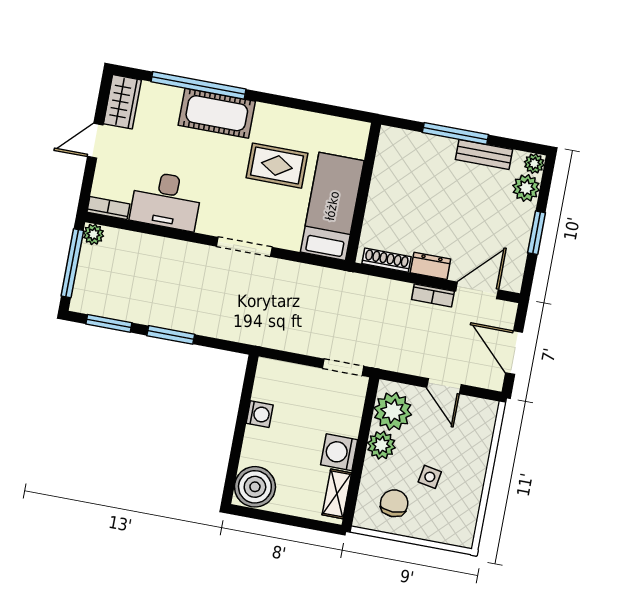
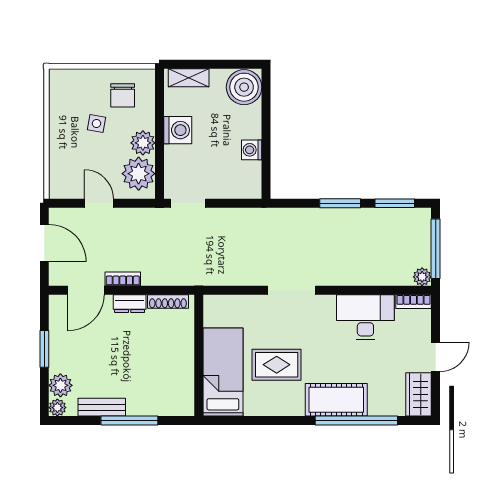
bed: (332, 206) -> (223, 372), moved, turned 180
shelving: (337, 494) -> (189, 78), moved, turned 90

